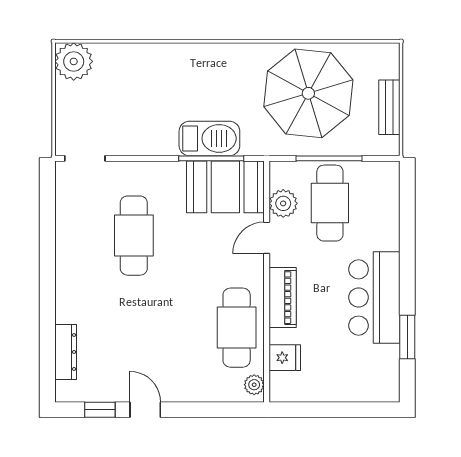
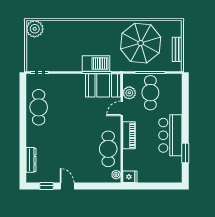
cafe table: (134, 236) -> (39, 107), moved
fridge: (285, 358) -> (130, 177), moved

